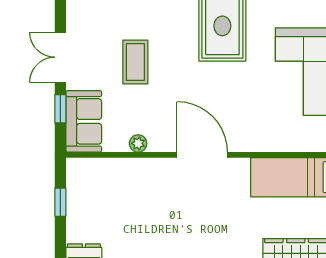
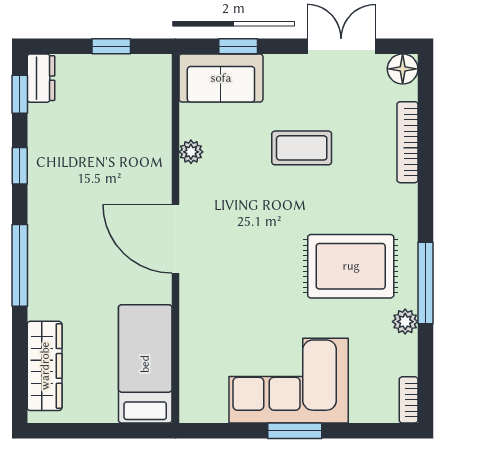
double door: (60, 57) -> (341, 46), moved
door: (202, 155) -> (175, 239), swing flipped

